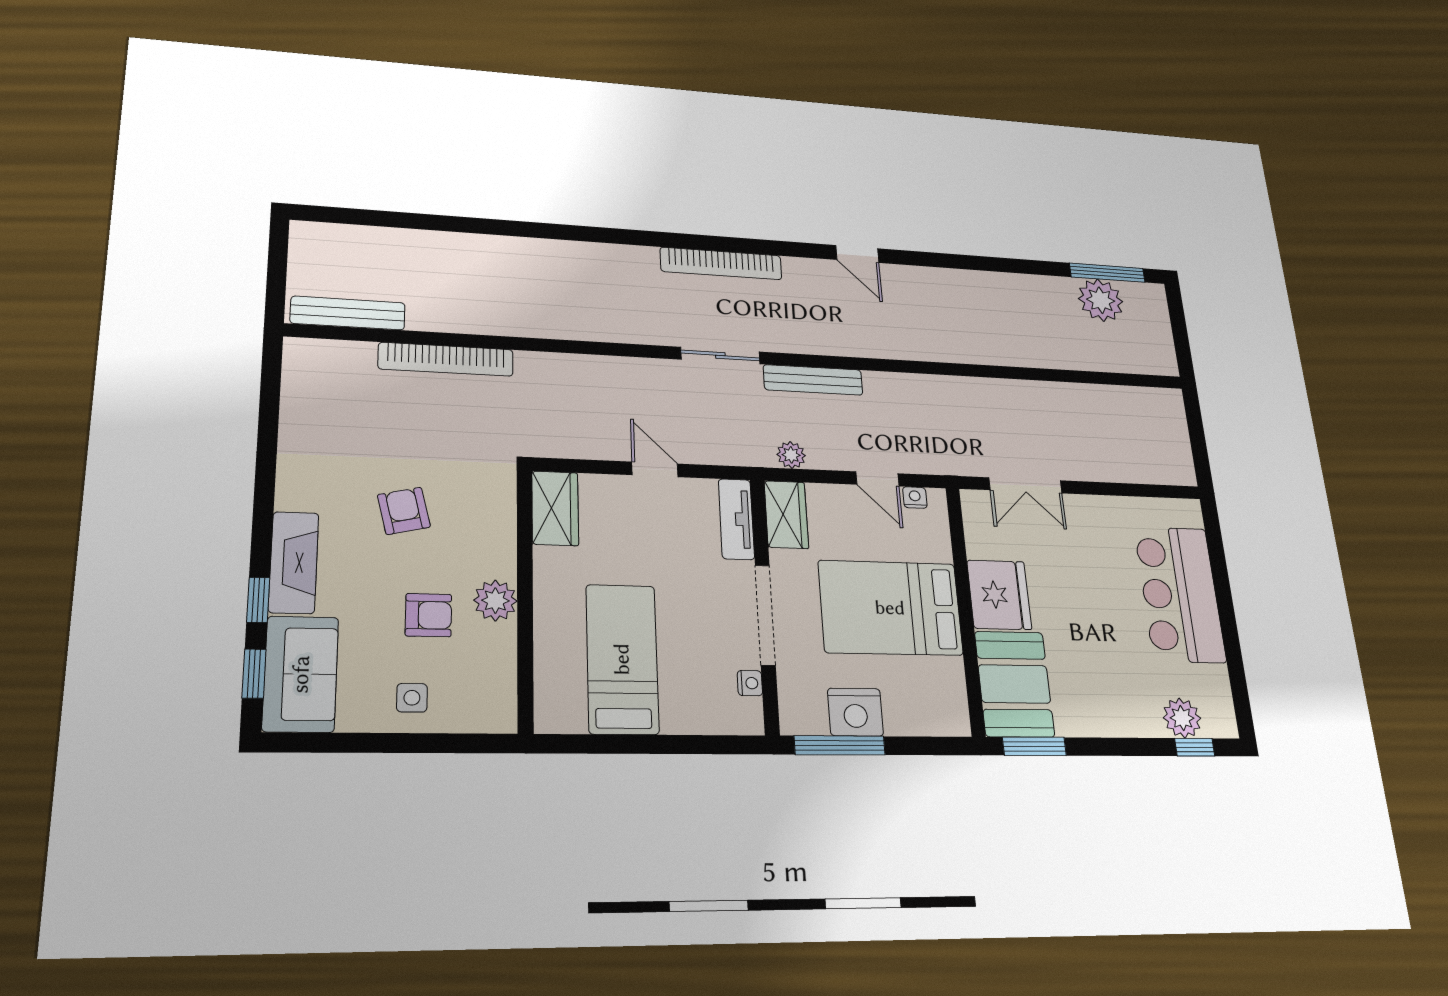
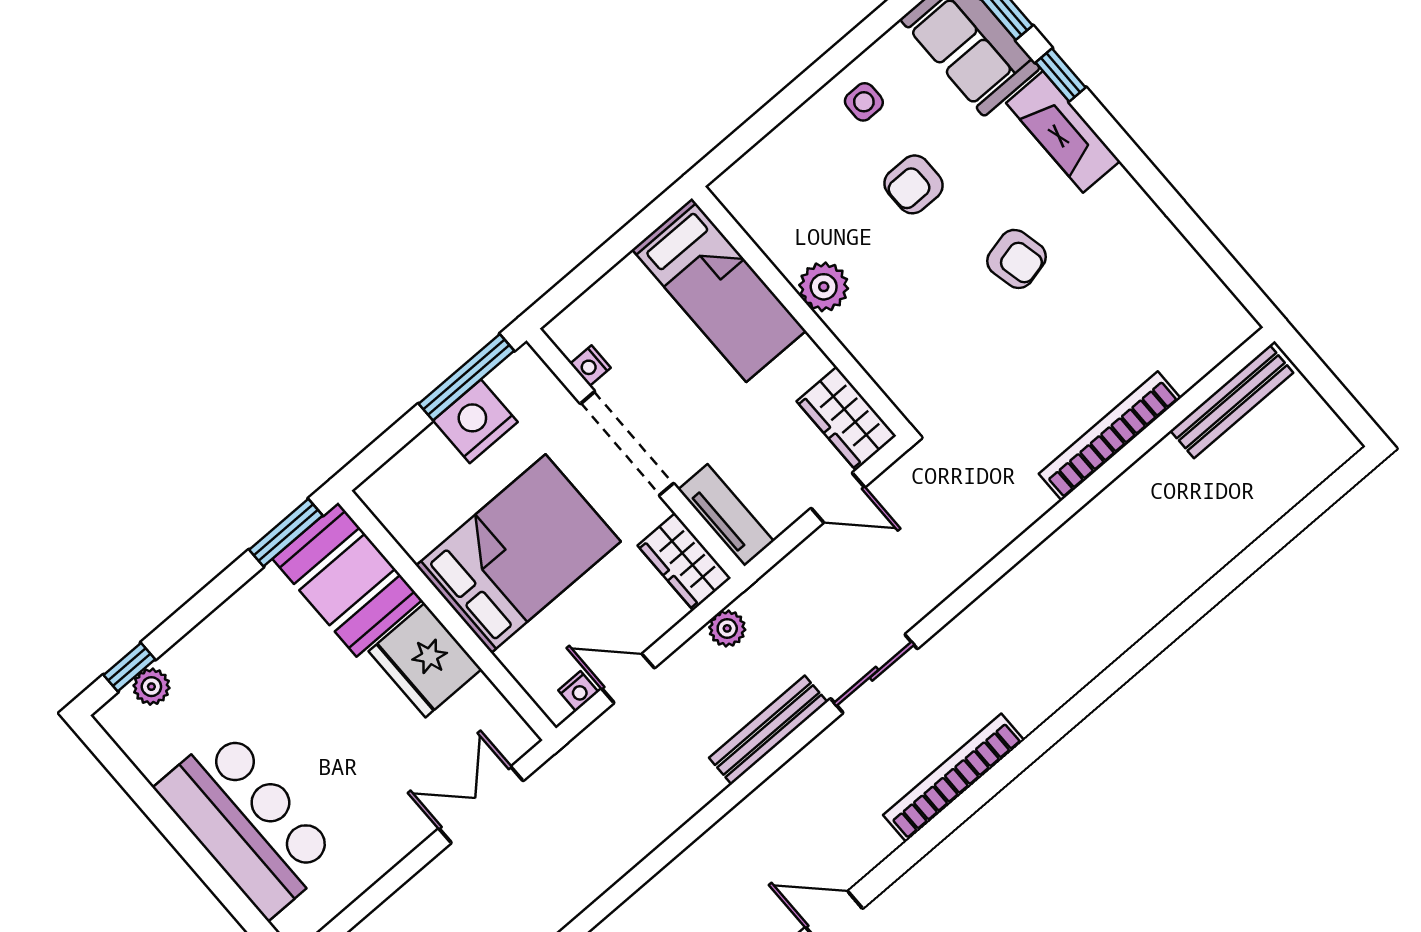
wardrobe: (555, 508) -> (846, 418), moved
wall: (525, 598) -> (801, 311), moved
plant: (495, 601) -> (824, 287), moved
plant: (1182, 718) -> (151, 687), width x0.73, depth x0.73

